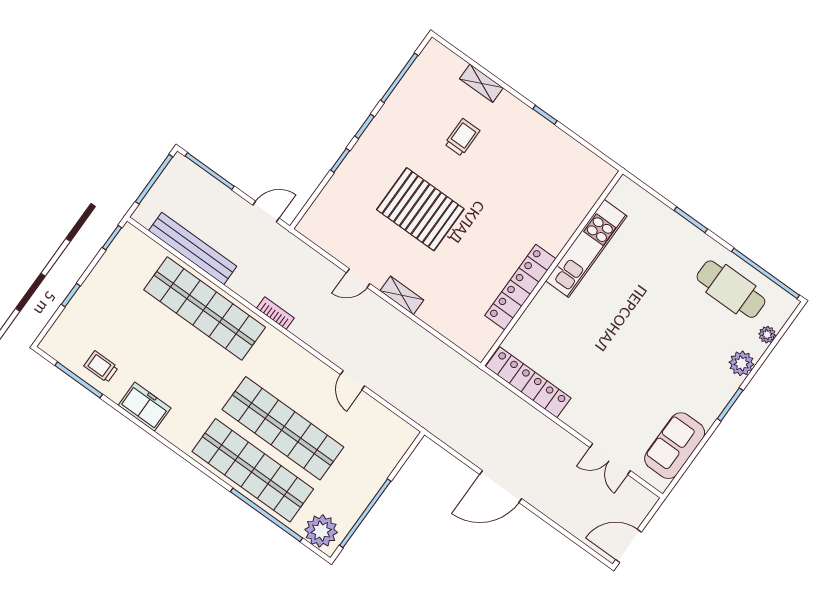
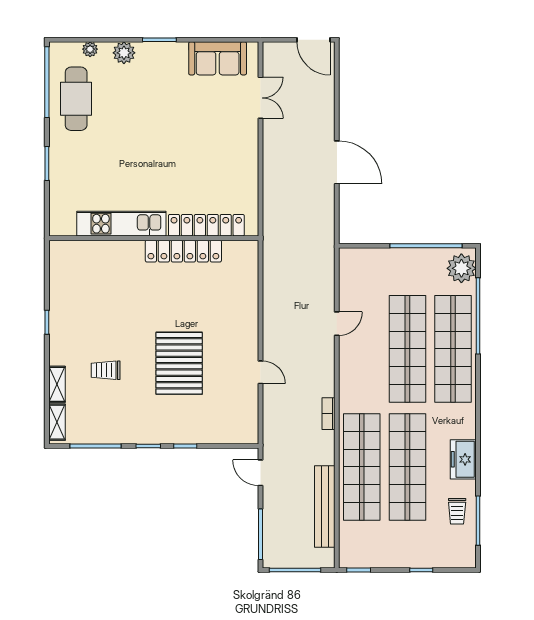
shelving: (402, 295) -> (57, 422), moved
shop shelf: (174, 350) -> (407, 467), added
locker: (528, 382) -> (206, 225), moved, turned 90

